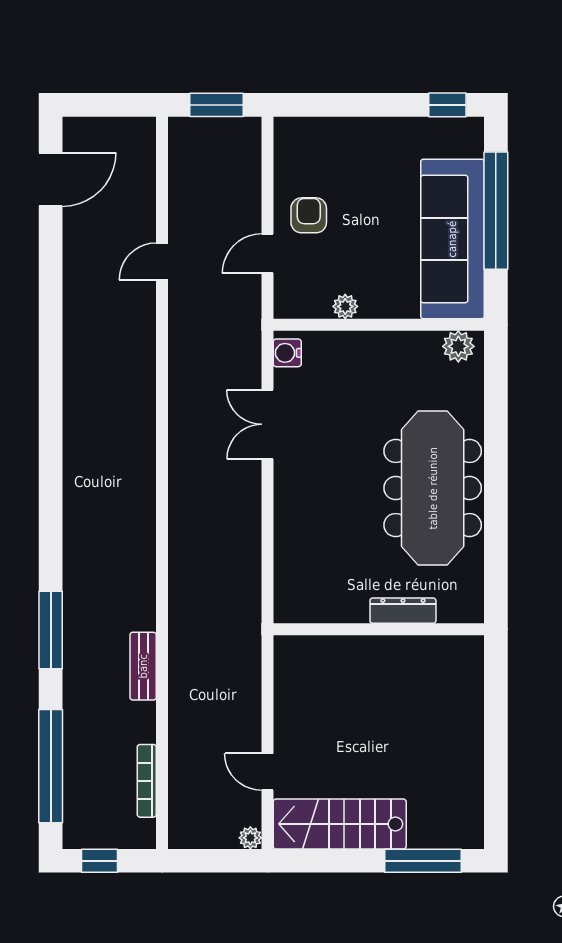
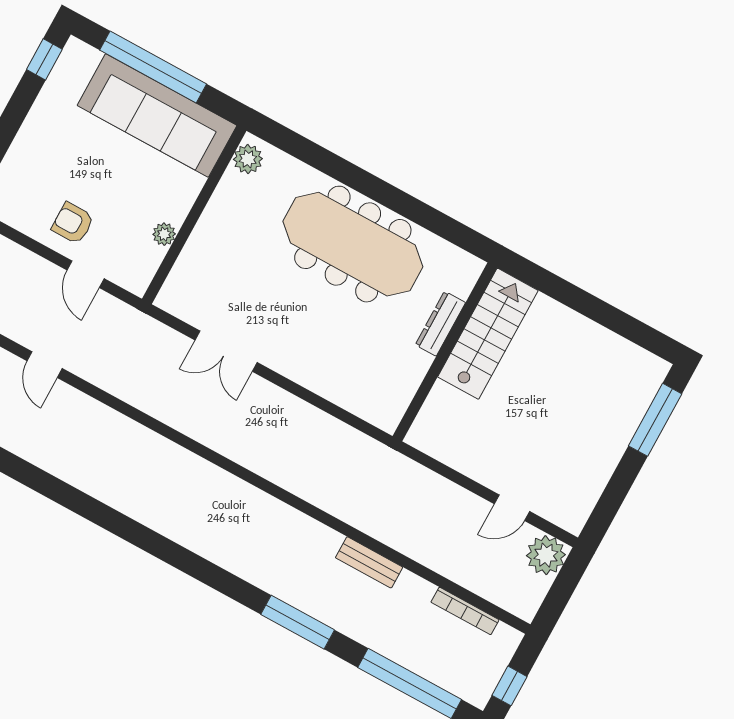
water cooler: (287, 353) -> (176, 303), removed
stairs: (340, 824) -> (488, 334), moved, turned 180
plant: (250, 838) -> (546, 555), width x1.87, depth x1.87

